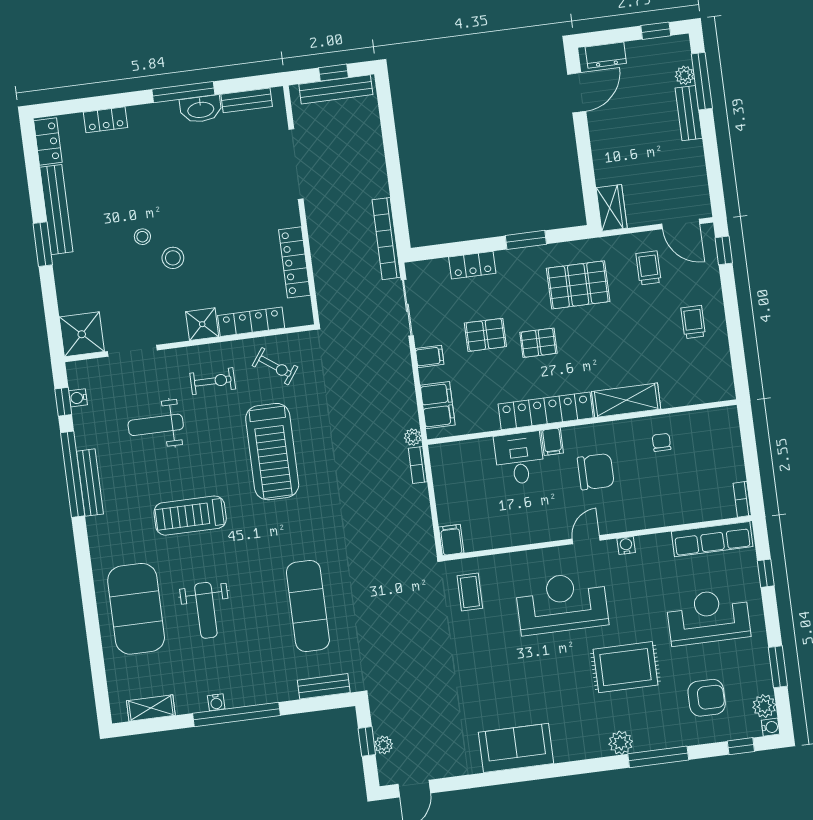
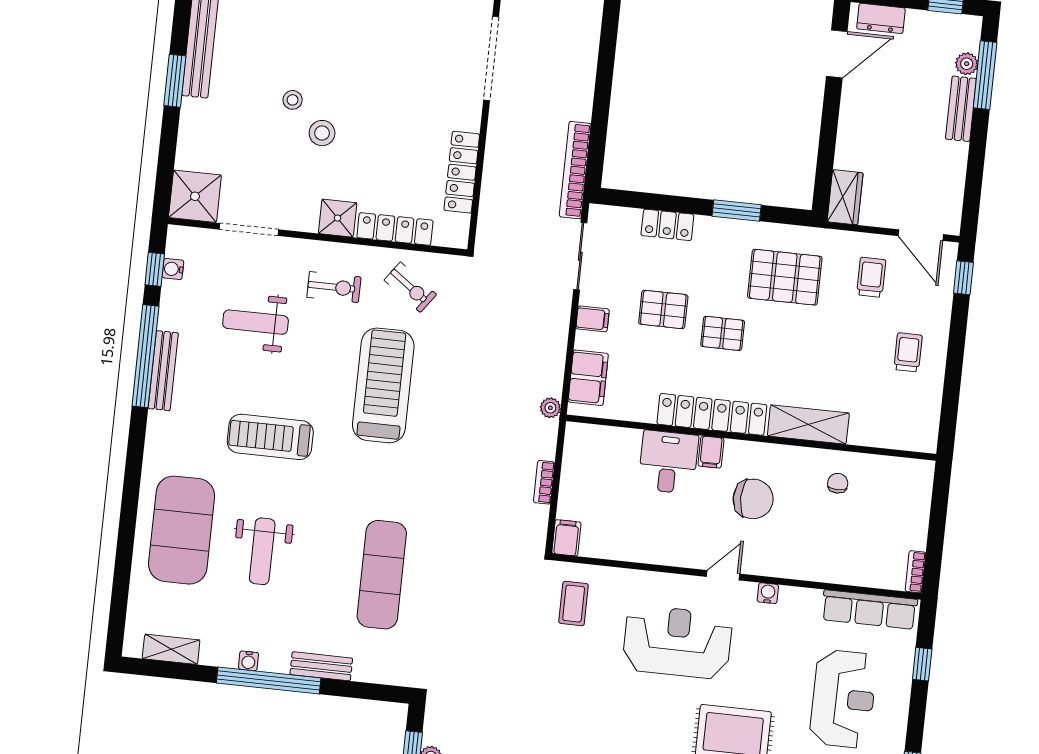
treadmill: (272, 452) -> (383, 385), turned 180
bookcase: (418, 465) -> (544, 482), moved
reception desk: (708, 617) -> (843, 699), turned 90
bench: (324, 686) -> (321, 666), moved

